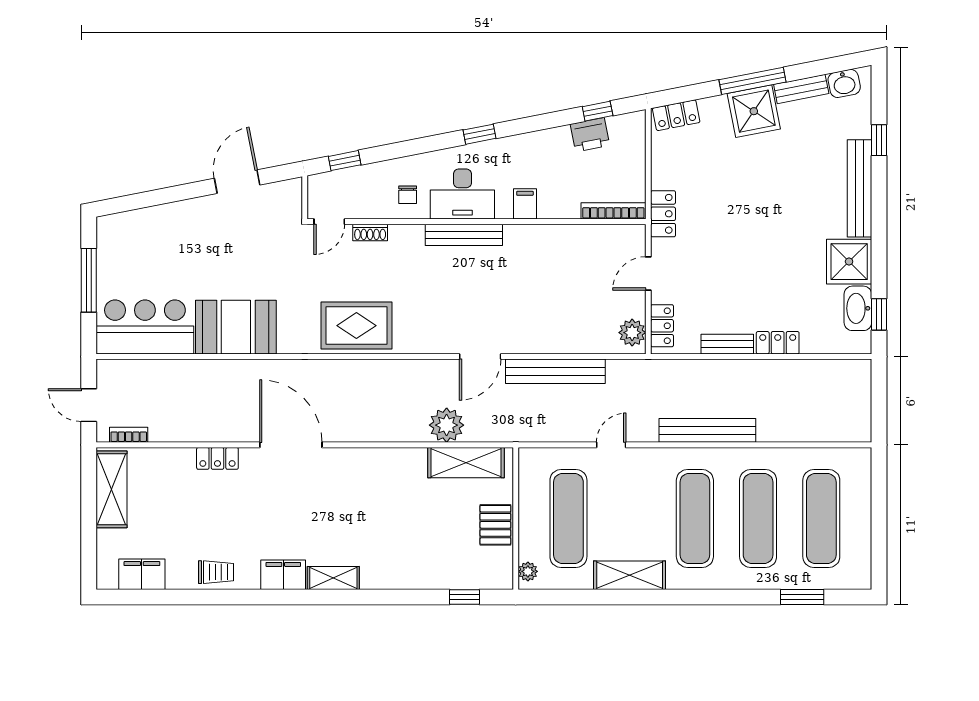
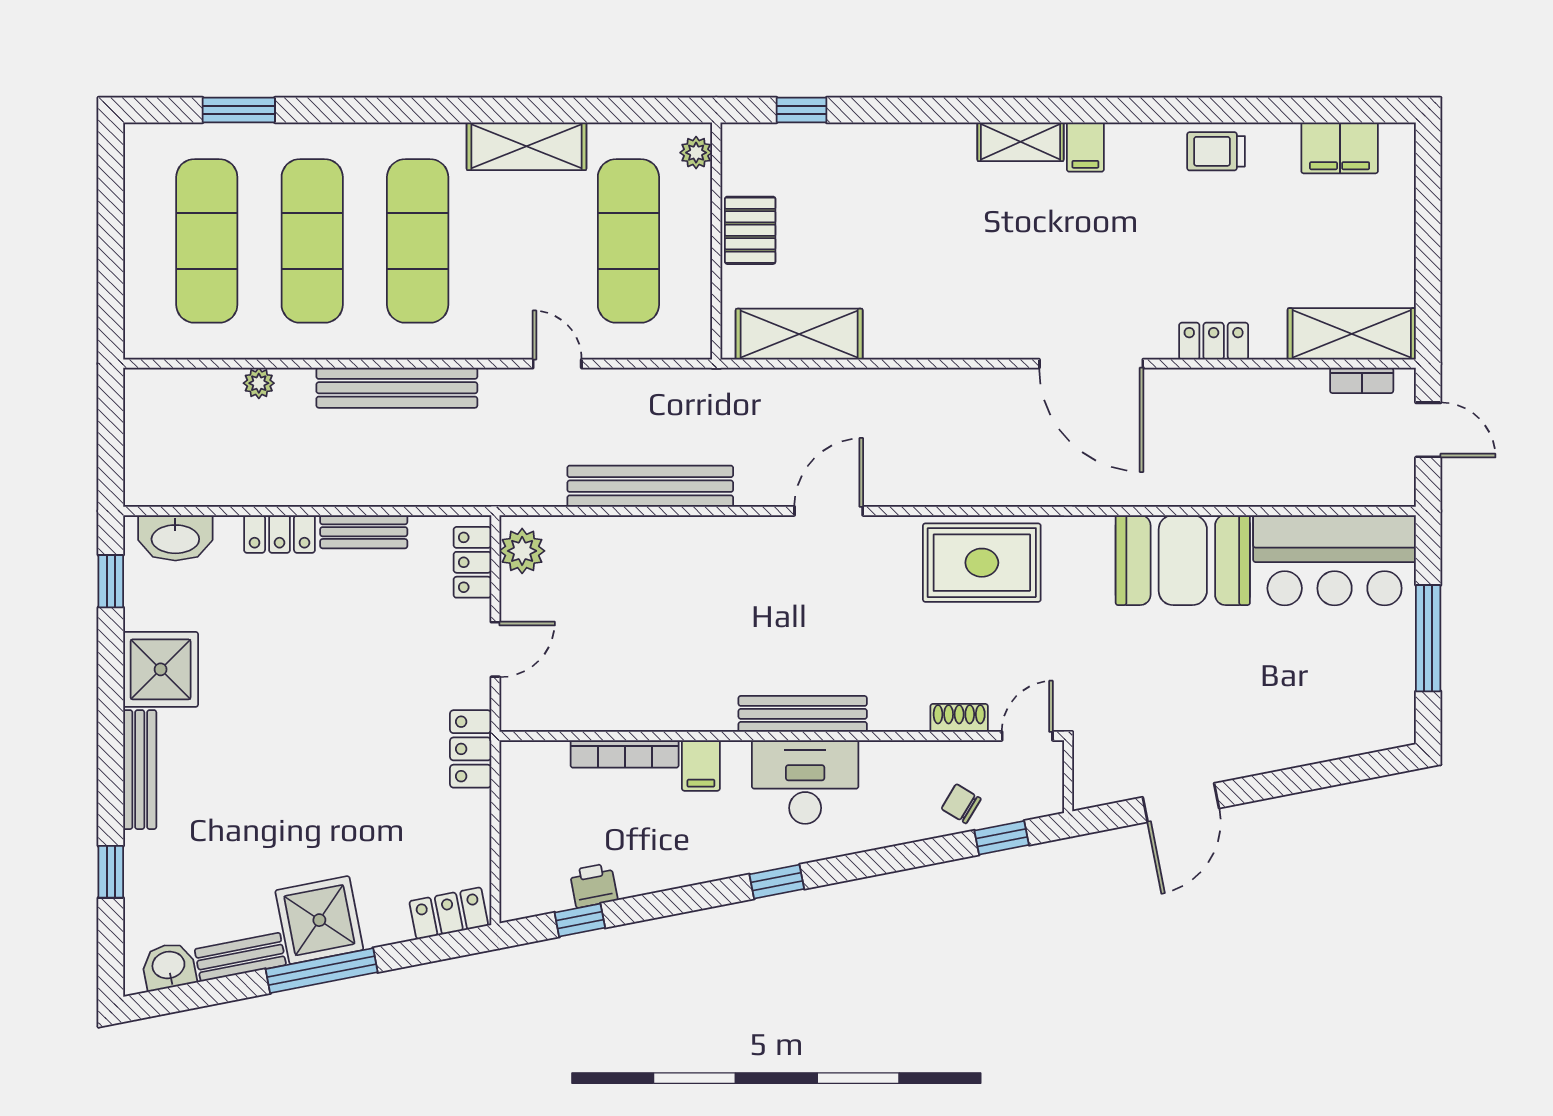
printer: (590, 135) -> (594, 885), width x0.73, depth x0.81
bench: (859, 188) -> (140, 770), width x0.73, depth x0.82
chair: (408, 195) -> (961, 804), moved, turned -59
bookcase: (613, 211) -> (625, 754), moved
washbasin: (858, 308) -> (175, 538), moved, turned 90
door: (480, 357) -> (829, 511), moved
plant: (447, 425) -> (259, 383), moved, width x0.53, depth x0.53
door: (611, 445) -> (557, 364), swing flipped
shelving: (112, 489) -> (1352, 334), moved, turned 90
filing cabinet: (283, 575) -> (1085, 147), width x0.50

